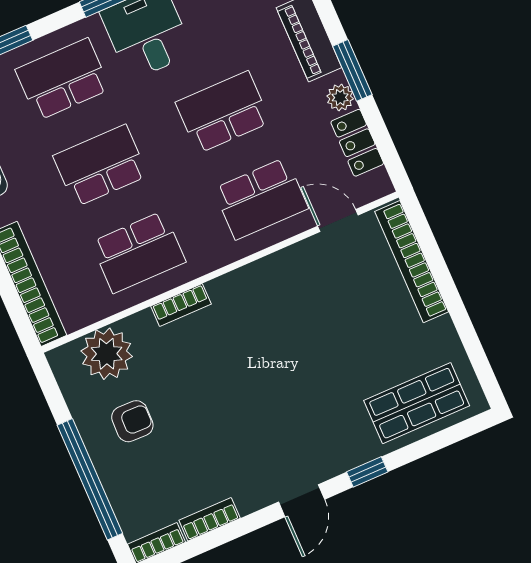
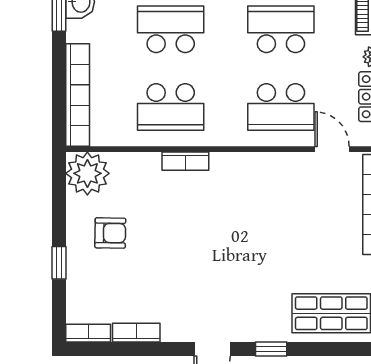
plant: (107, 354) -> (87, 173), moved
window: (90, 479) -> (59, 263), width x0.32

